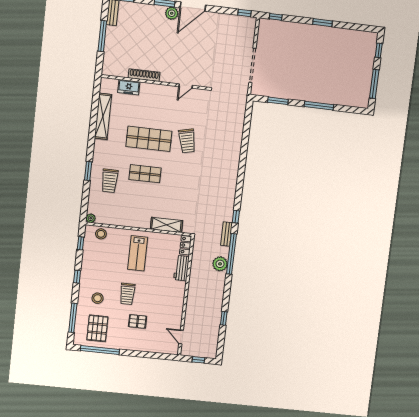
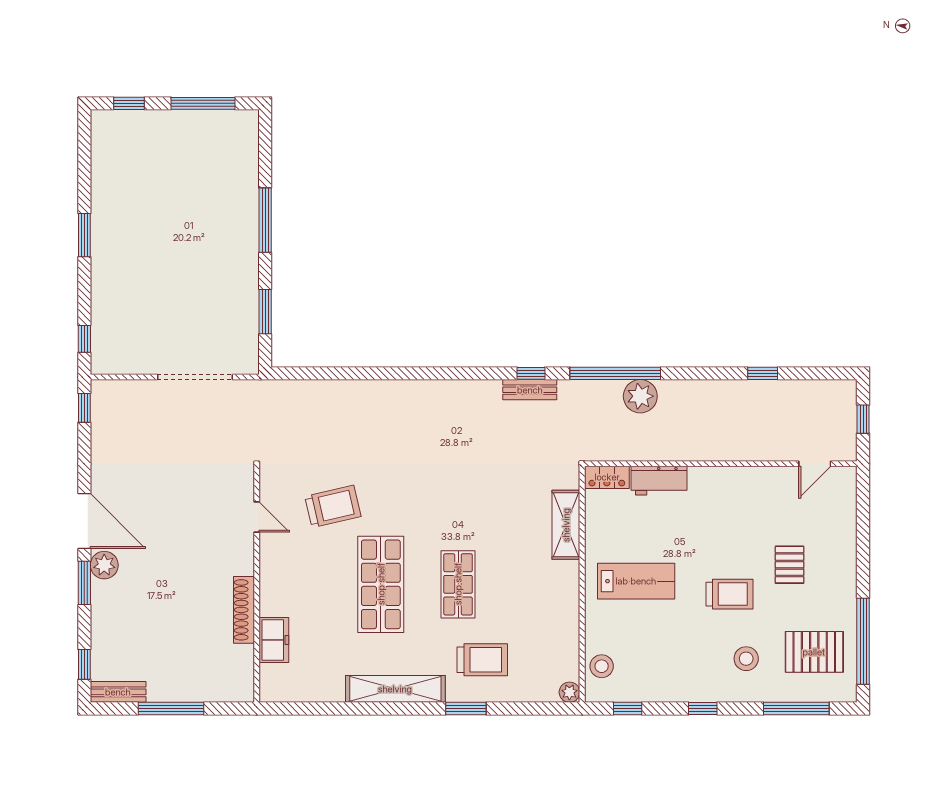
shelving: (103, 116) -> (395, 689), moved
trolley: (187, 141) -> (333, 506), moved
bench: (226, 234) -> (530, 390), moved

